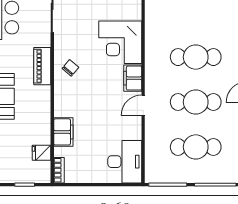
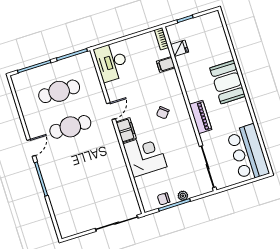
cafe table: (196, 57) -> (82, 162), removed
chair: (70, 68) -> (163, 113), moved
filing cabinet: (63, 132) -> (166, 64), width x0.50

